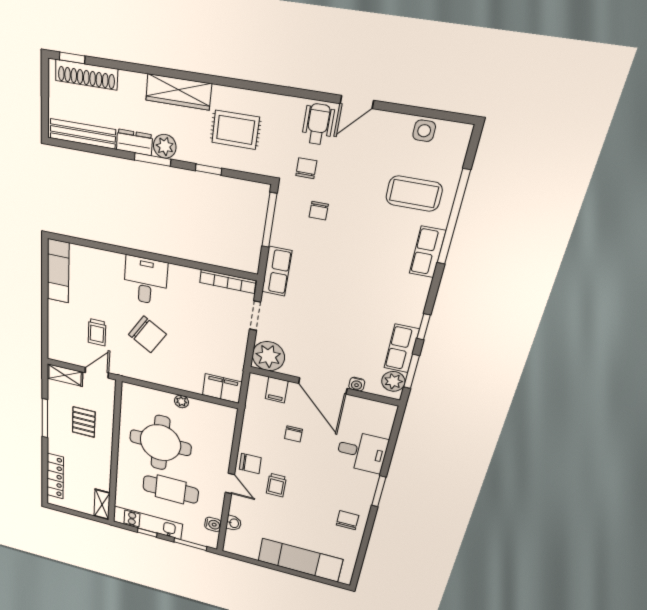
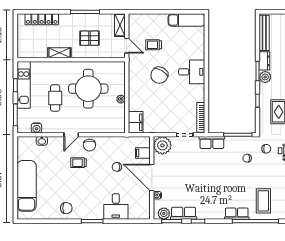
door: (323, 386) -> (152, 178), hinge flipped
cafe table: (171, 489) -> (55, 98), width x0.73, depth x0.74
shelving: (102, 504) -> (59, 53), moved

